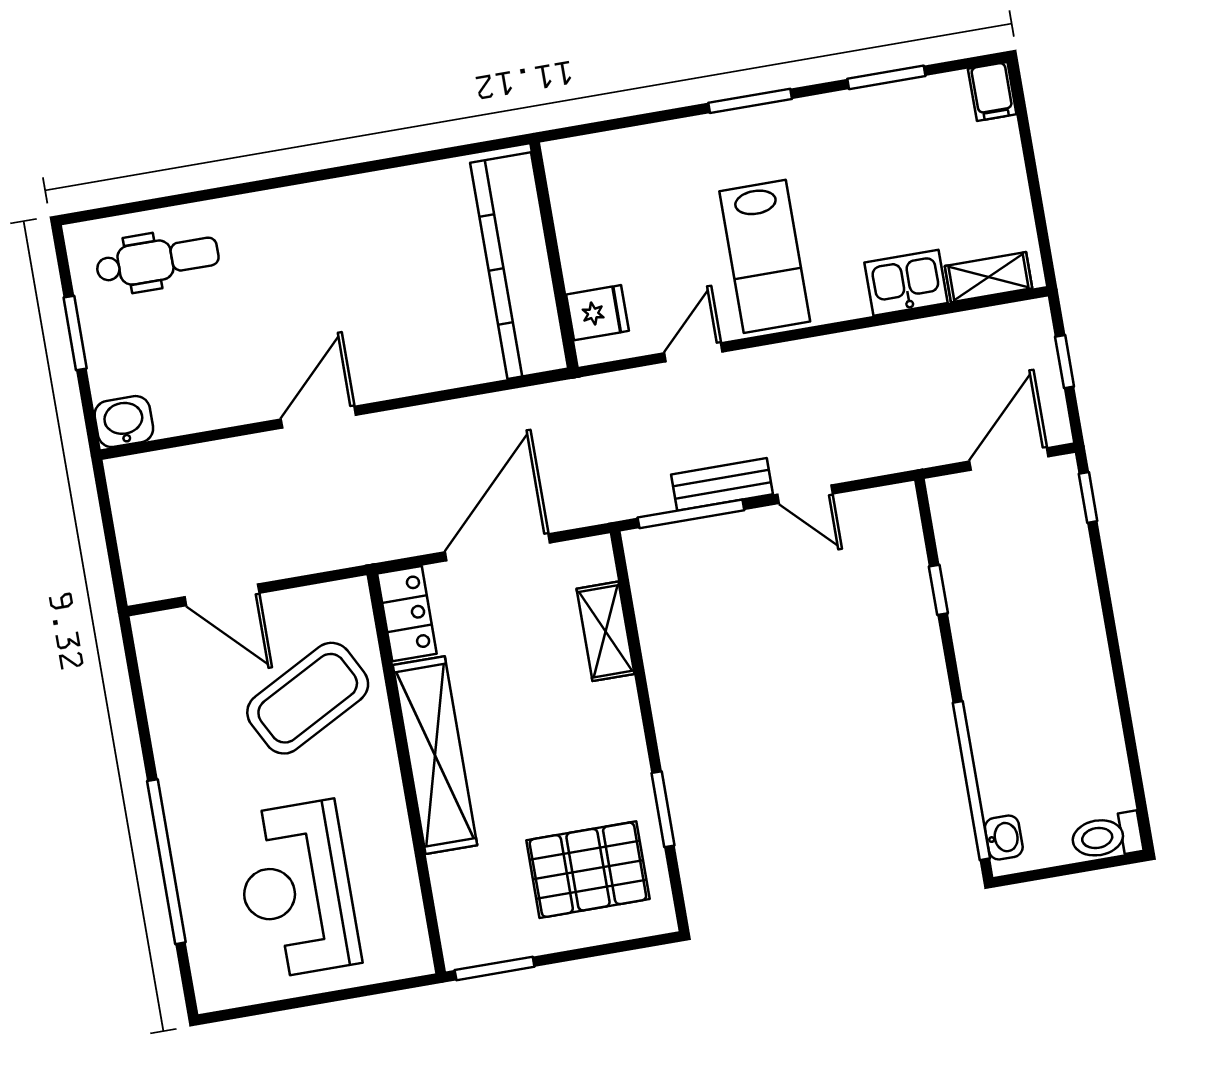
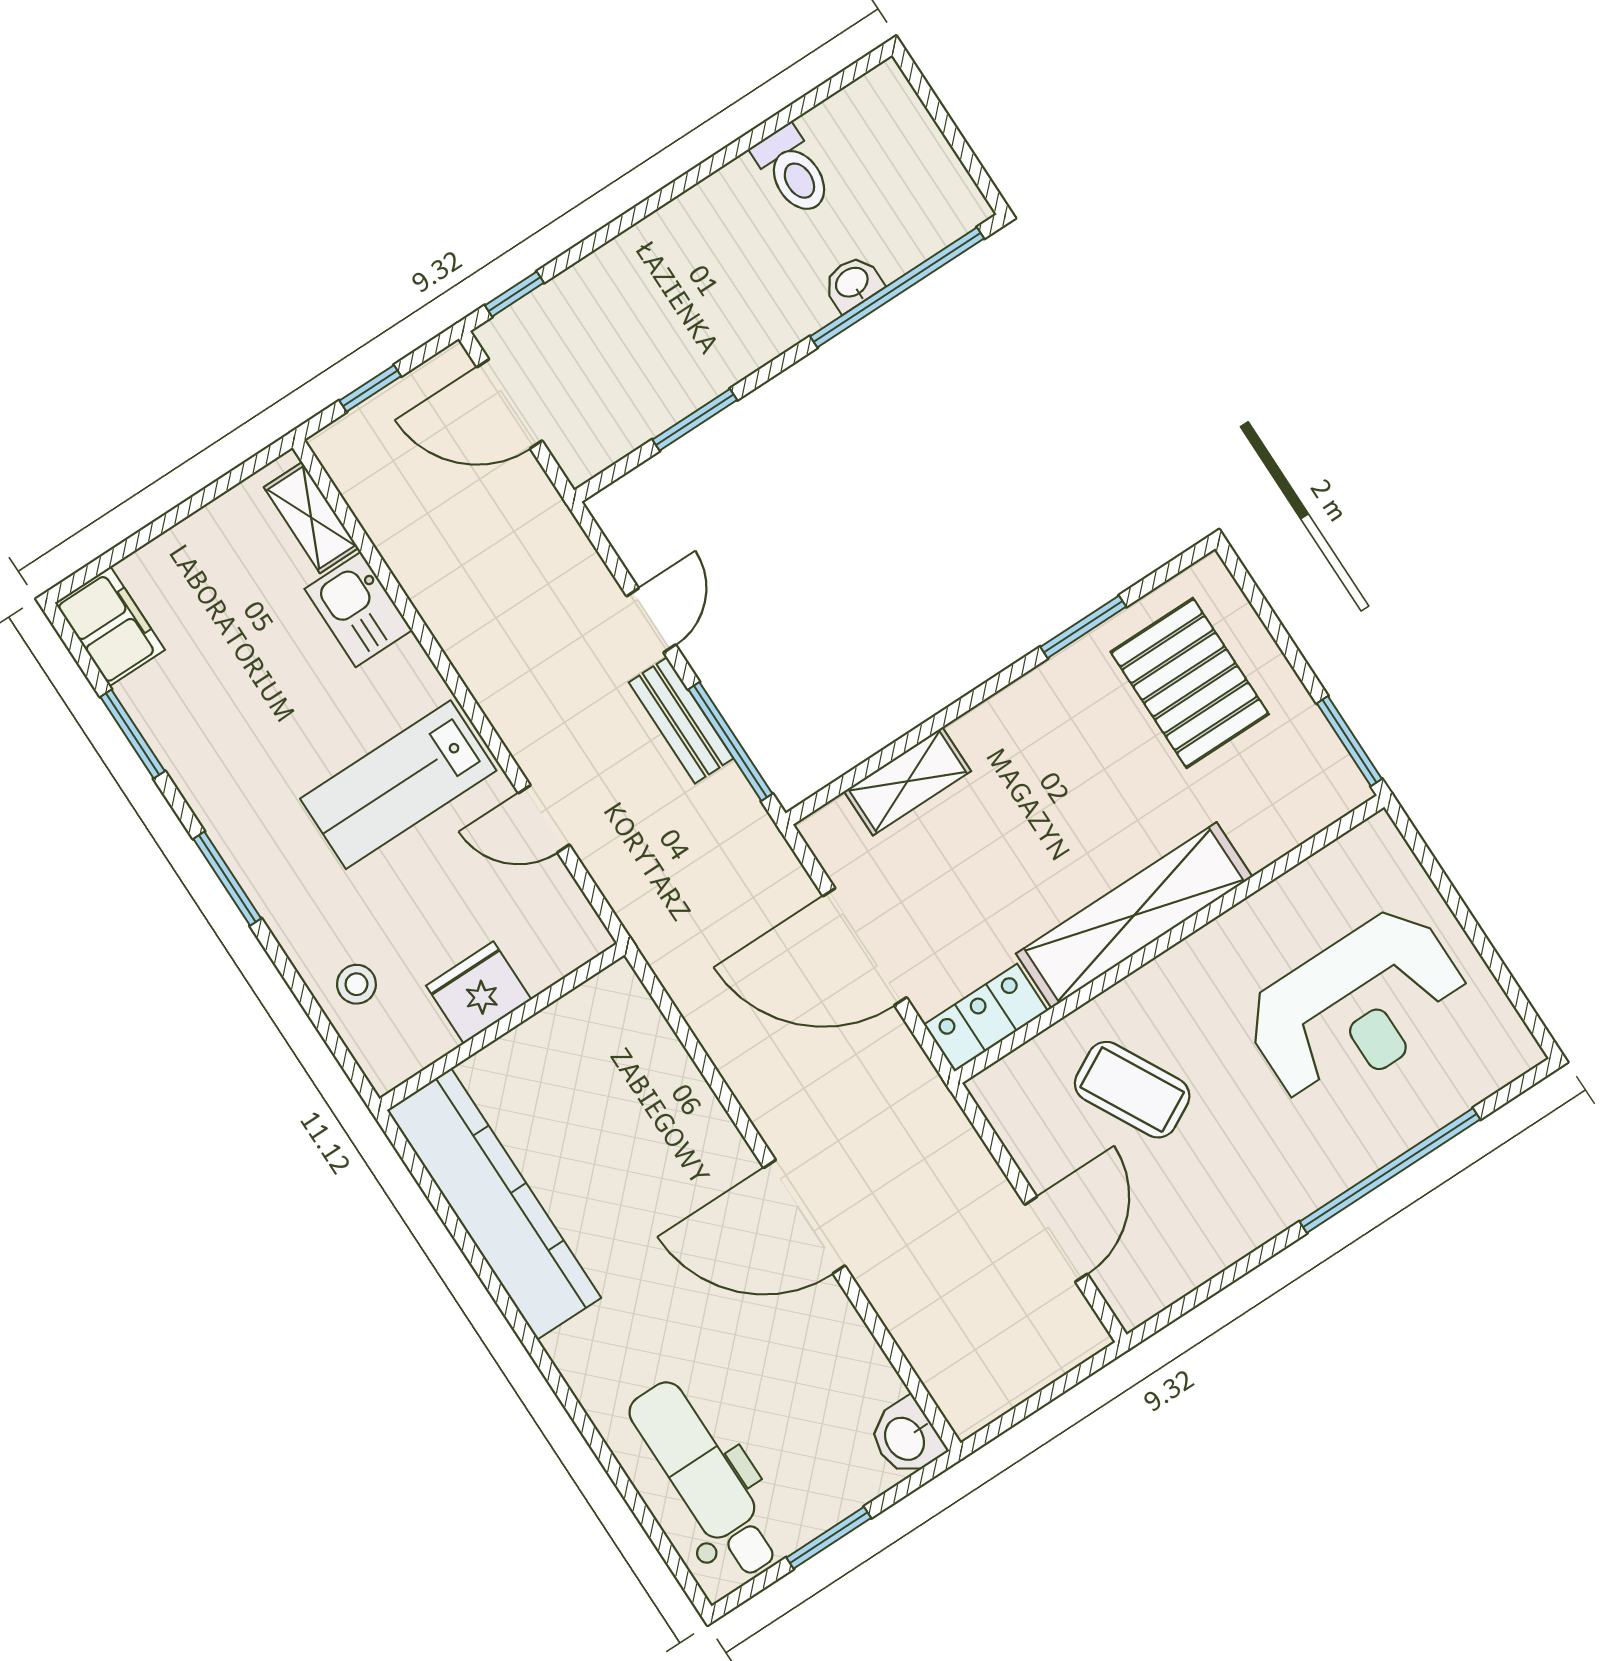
filing cabinet: (992, 92) -> (110, 626), width x2.00
stool: (632, 162) -> (356, 984), added
lab bench: (765, 256) -> (398, 785), turned 180
dental chair: (157, 260) -> (705, 1479), width x1.36, depth x1.38
kitchen counter: (519, 266) -> (494, 1204), moved, turned -90
fridge: (597, 313) -> (479, 993), moved, width x1.38
door: (318, 417) -> (804, 1217), width x1.36
window: (938, 590) -> (695, 420), width x1.50
coffee table: (308, 698) -> (1132, 1090), width x0.73, depth x0.76
toilet: (1107, 836) -> (793, 171), moved
washbasin: (1004, 837) -> (853, 283), moved

